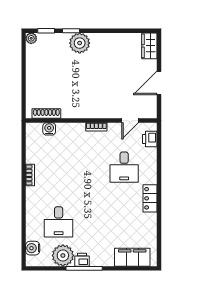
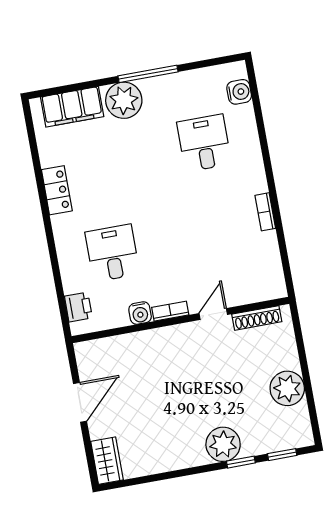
plant: (31, 38) -> (287, 388), moved, width x1.88, depth x1.88
door: (130, 121) -> (213, 314), moved
water cooler: (49, 129) -> (140, 313), moved
locker: (150, 198) -> (57, 190), moved
plant: (63, 255) -> (124, 100), moved
printer: (82, 260) -> (154, 87), removed

